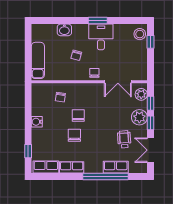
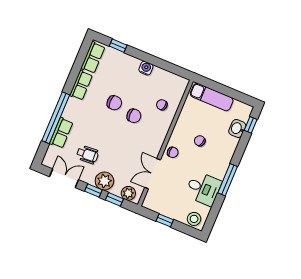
window: (47, 20) -> (251, 125), added
window: (98, 20) -> (228, 180), width x1.44
washbasin: (64, 30) -> (237, 128), moved
desk: (101, 37) -> (203, 188), moved
window: (151, 42) -> (165, 220), moved

